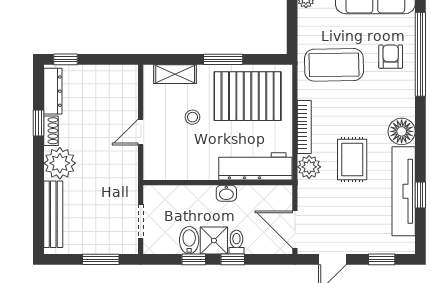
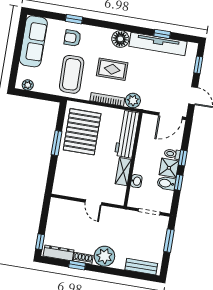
window: (420, 54) -> (74, 19), width x0.32
shelving: (175, 74) -> (123, 172), moved
stool: (192, 117) -> (89, 168), removed
rug: (352, 159) -> (112, 69), moved
washbasin: (226, 193) -> (136, 181), moved
bench: (53, 214) -> (141, 267), width x0.73

